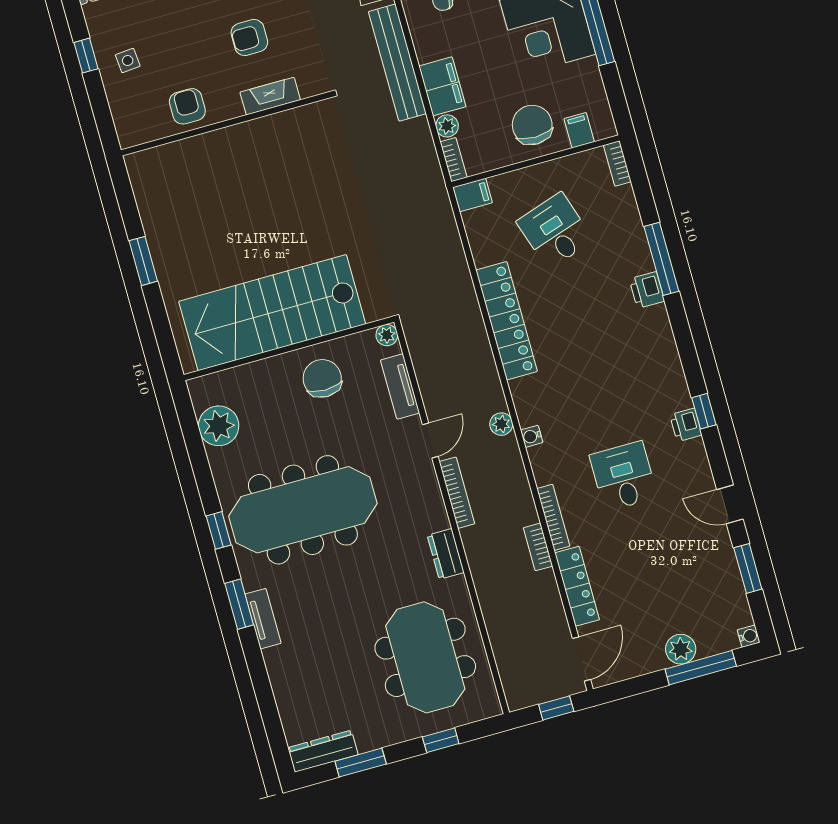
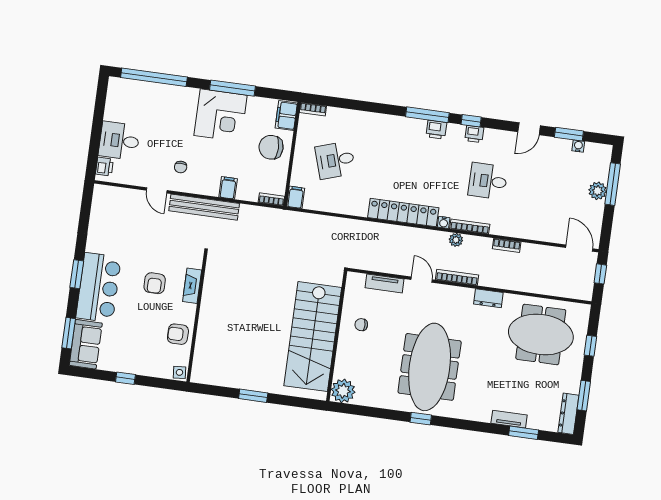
side table: (128, 61) -> (179, 372), moved
filing cabinet: (442, 86) -> (228, 188), width x0.50
plant: (447, 126) -> (251, 195), removed
filing cabinet: (579, 130) -> (286, 116), width x2.00
window: (661, 259) -> (427, 115), moved
printer: (647, 290) -> (436, 130), moved
locker: (507, 321) -> (403, 213), moved
plant: (387, 335) -> (353, 278), removed
chair: (322, 378) -> (361, 325), width x0.54, depth x0.54
plant: (501, 424) -> (456, 240), moved
plant: (219, 426) -> (343, 391), moved
bookcase: (553, 517) -> (470, 227), moved
locker: (577, 586) -> (538, 233), removed
window: (239, 604) -> (524, 433), moved
tv unit: (263, 619) -> (509, 419), moved
water cooler: (749, 636) -> (578, 146), moved

